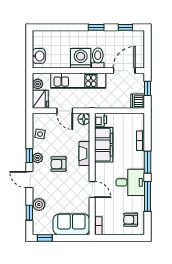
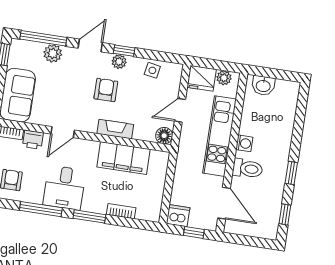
washing machine: (81, 58) -> (244, 143), width x0.53, depth x0.53
printer: (100, 120) -> (33, 140), moved
window: (29, 213) -> (43, 38), width x2.17

